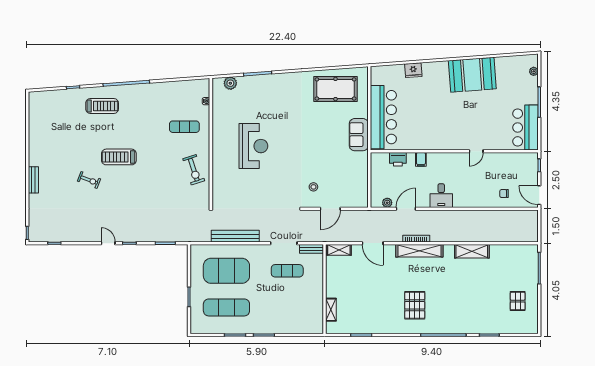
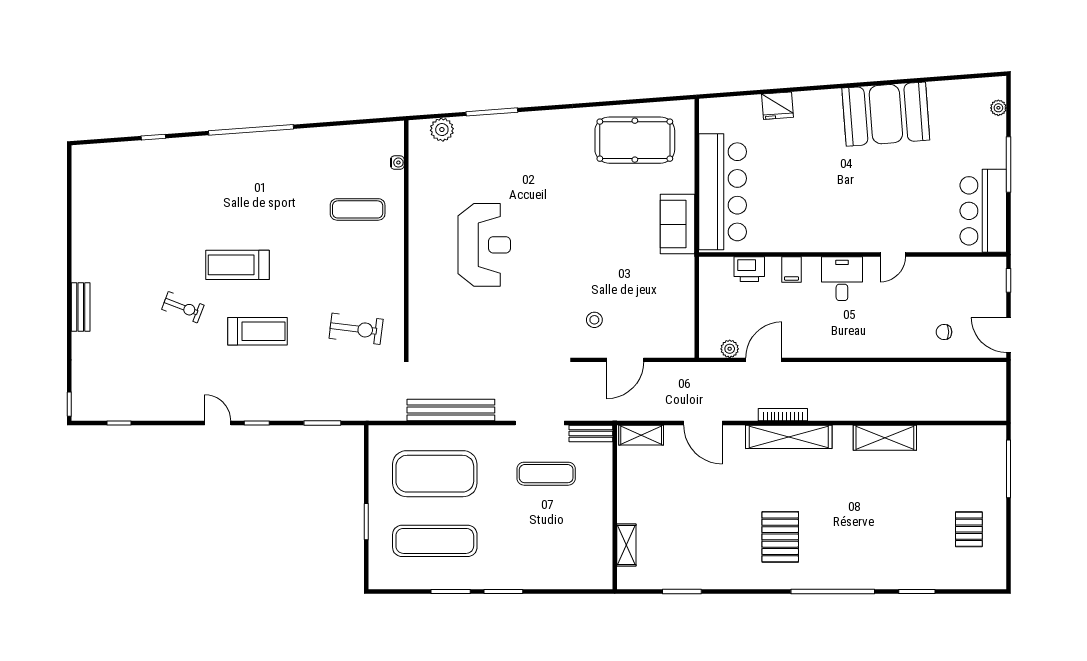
treadmill: (102, 106) -> (257, 331), moved
exercise bike: (194, 170) -> (356, 329), moved, turned -65
desk: (441, 196) -> (842, 279), moved, turned 180

